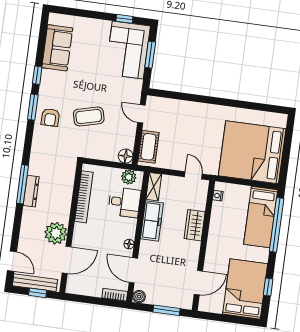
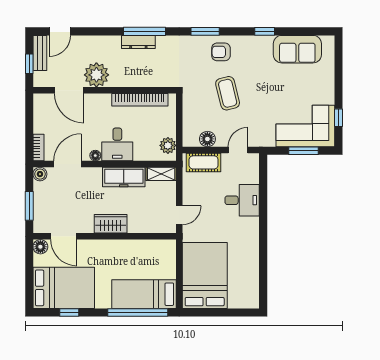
window: (33, 107) -> (205, 31), moved
desk: (187, 116) -> (242, 200), added
bed: (252, 152) -> (205, 275), width x0.73
floor lamp: (126, 156) -> (207, 139), moved
nightstand: (218, 196) -> (161, 245), removed
desk: (124, 202) -> (117, 144), moved
wardrobe: (195, 225) -> (111, 224), moved
bench: (35, 283) -> (40, 53), width x0.73
floor lamp: (205, 305) -> (40, 247), added

